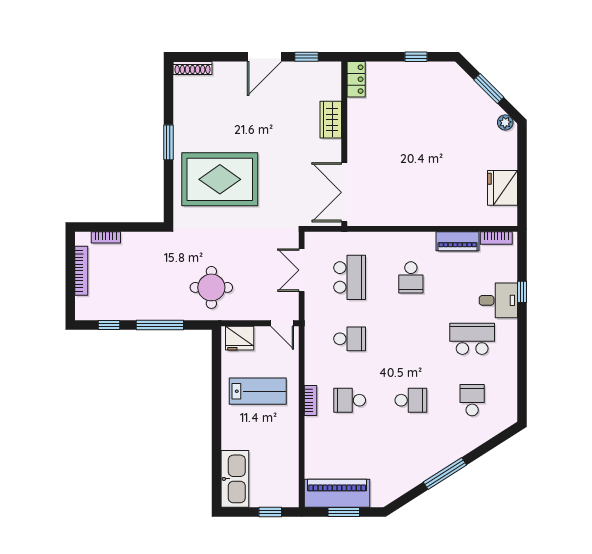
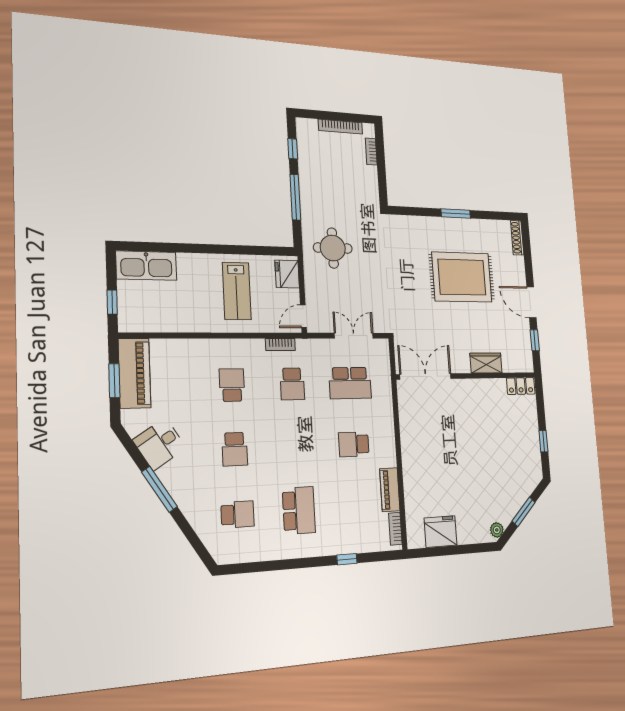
rug: (220, 179) -> (462, 277), moved, turned 90
desk: (498, 300) -> (160, 444), moved, turned 57
bookcase: (311, 400) -> (280, 345), moved

